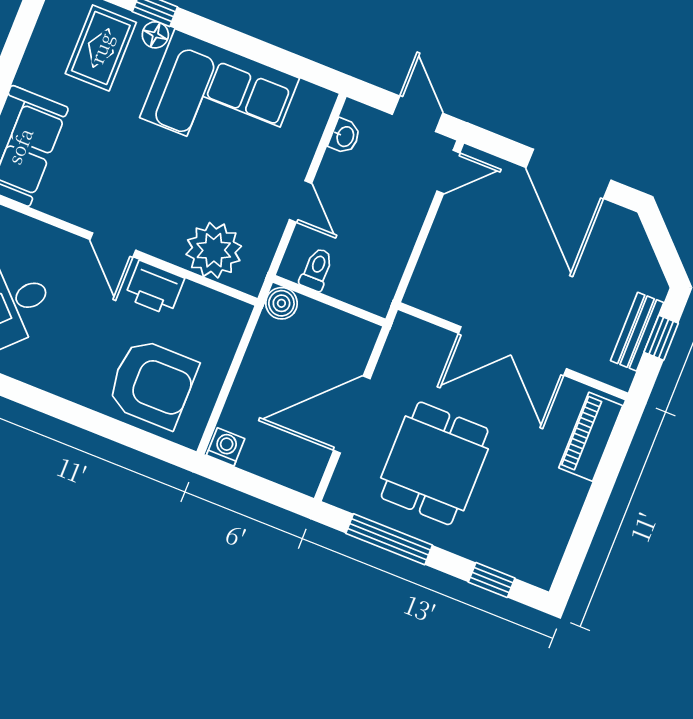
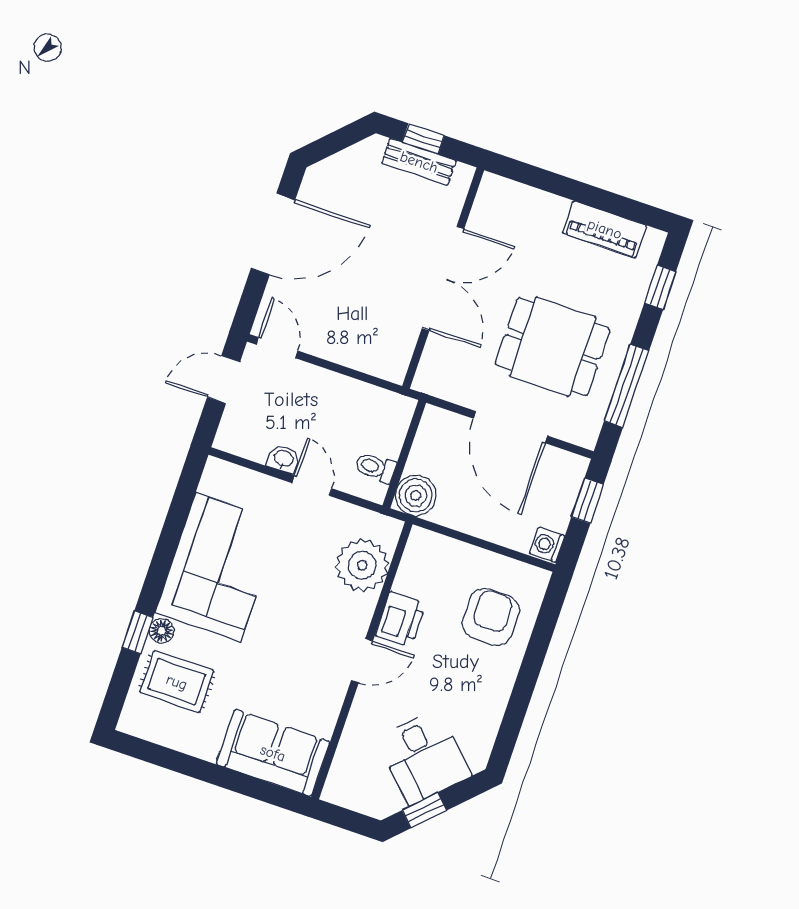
washbasin: (345, 136) -> (283, 459), moved
door: (300, 201) -> (312, 486), hinge flipped
boiler: (281, 303) -> (416, 495), width x1.36, depth x1.36
armchair: (152, 383) -> (491, 617), width x0.73, depth x0.73
piano: (591, 437) -> (605, 229), moved
window: (270, 492) -> (588, 501), added

